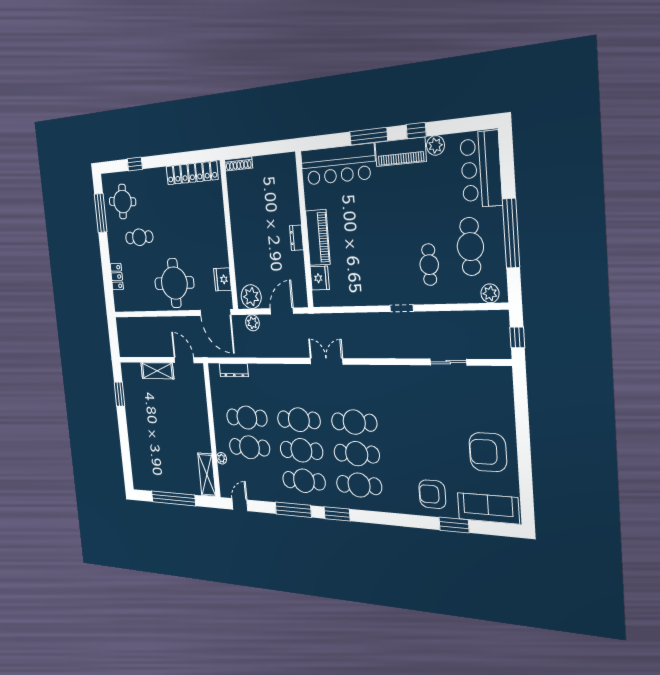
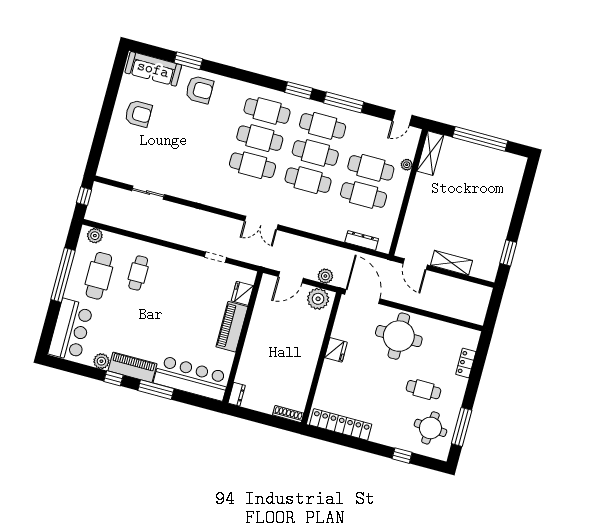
dresser: (296, 238) -> (237, 394), moved
fridge: (223, 279) -> (336, 350), moved
doorway: (402, 308) -> (215, 257), moved
armchair: (488, 452) -> (138, 114), width x0.73, depth x0.73

